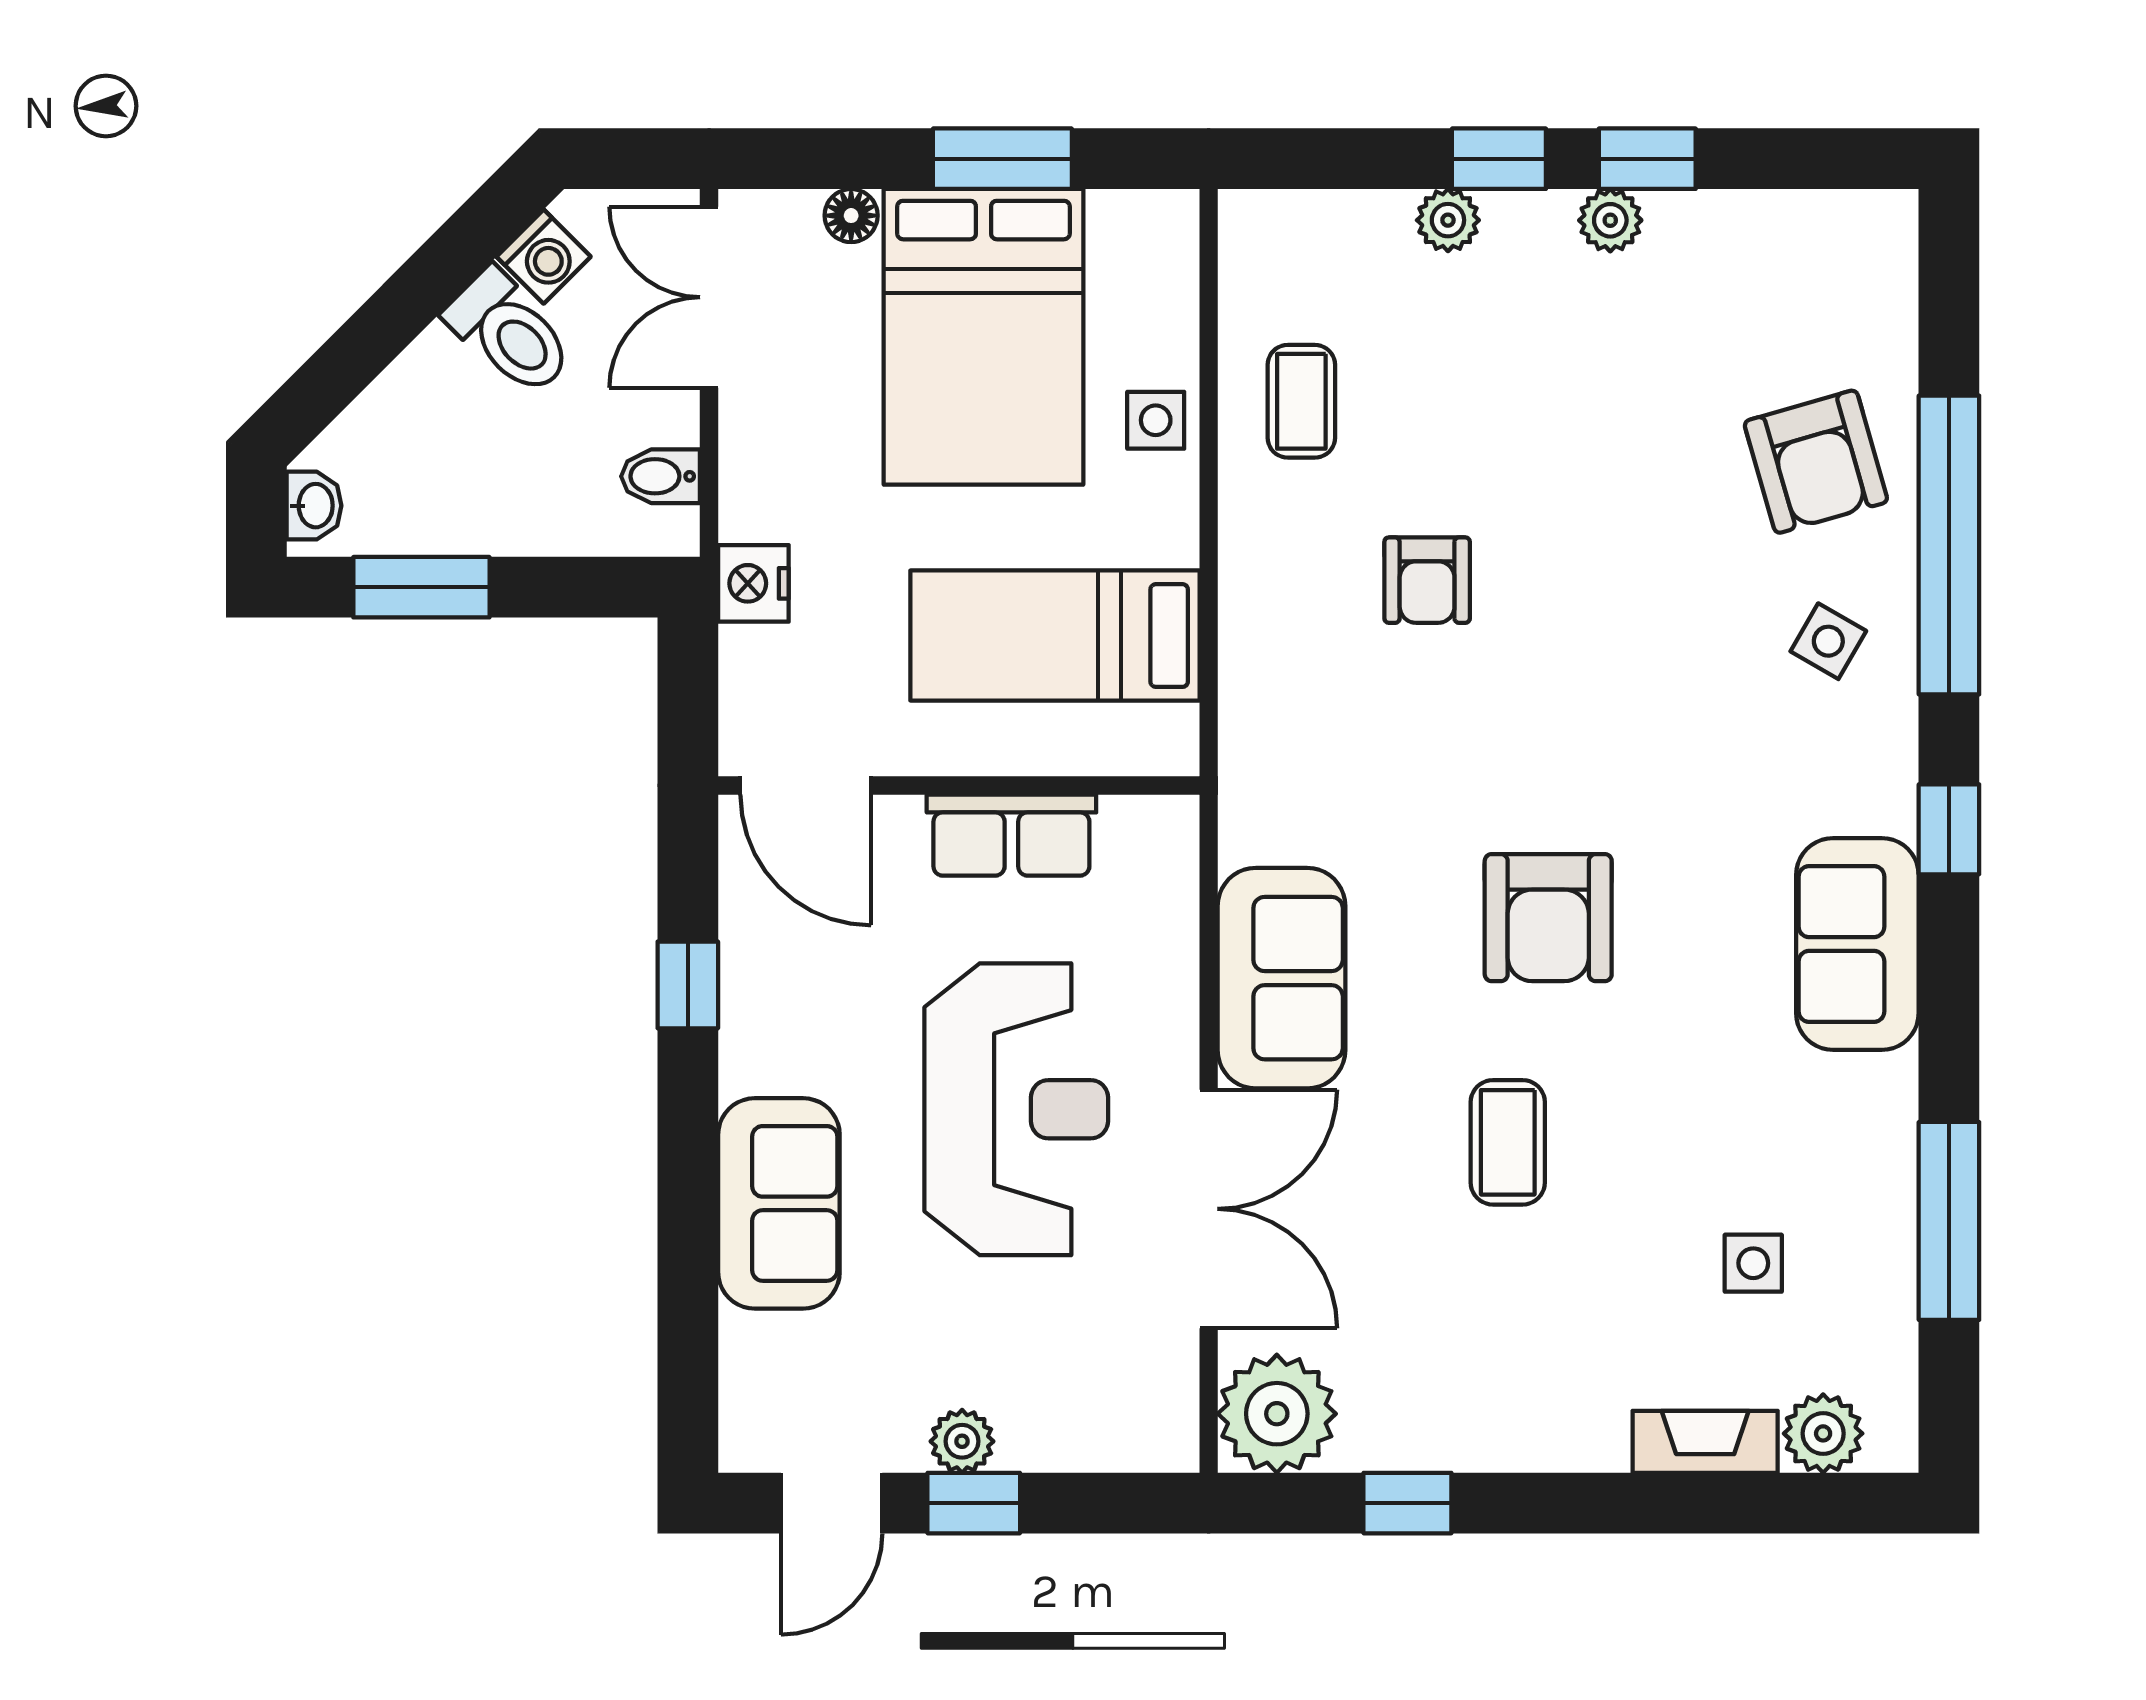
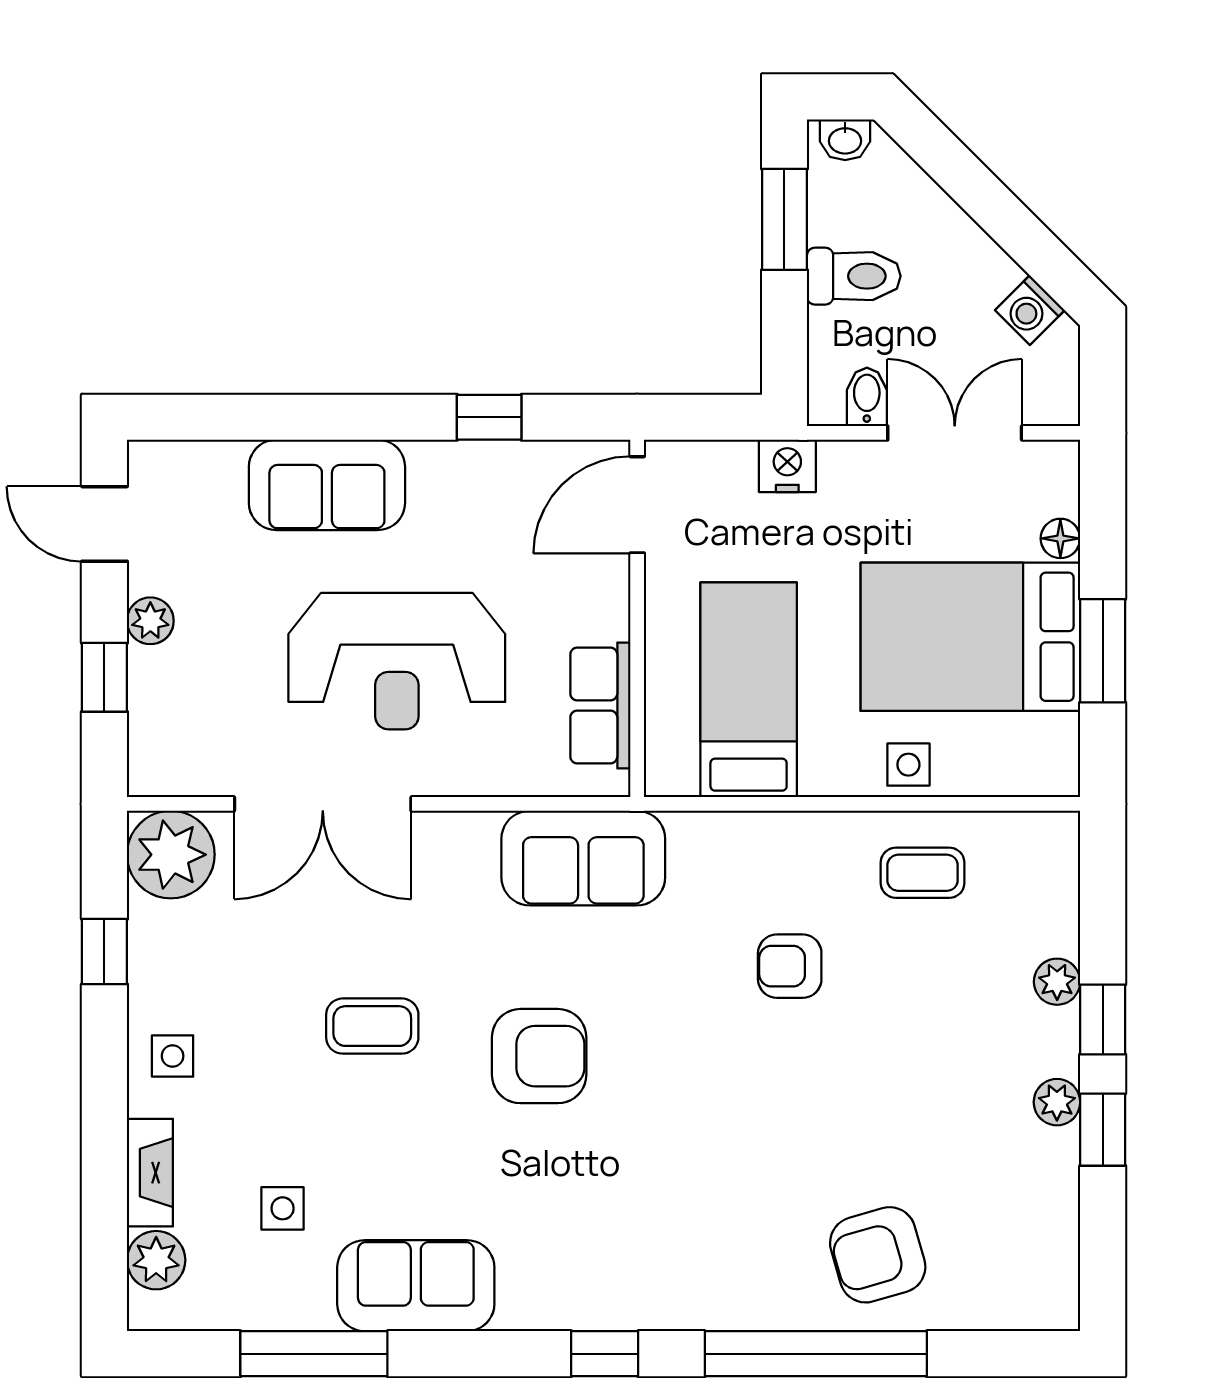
double door: (709, 297) -> (955, 433), moved
toilet: (510, 333) -> (854, 276), moved, turned -135
side table: (1828, 641) -> (173, 1056), moved, turned -30
row of seats: (1011, 835) -> (600, 705), moved
armchair: (1548, 918) -> (539, 1056), turned 180
sofa: (1857, 944) -> (416, 1286), moved
sofa: (1282, 978) -> (583, 858), moved
window: (974, 1503) -> (104, 677), moved

